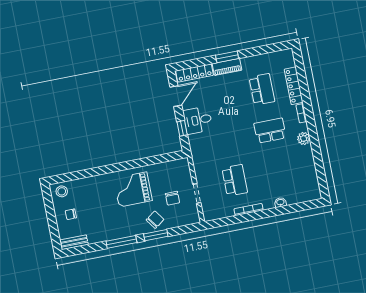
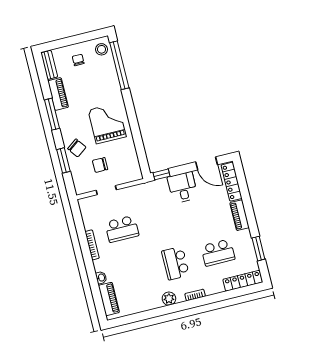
window: (227, 57) -> (258, 249), moved
locker: (294, 86) -> (243, 281), moved
window: (182, 128) -> (162, 174), moved
school desk: (270, 131) -> (175, 263), turned 180
window: (78, 175) -> (119, 65), added
piano: (301, 196) -> (109, 299), added
piano: (102, 235) -> (58, 94), added
window: (156, 235) -> (63, 160), moved

